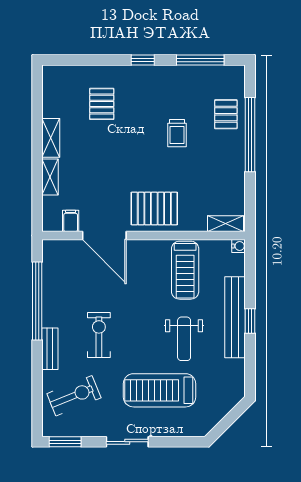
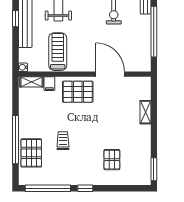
window: (200, 60) -> (48, 188), width x1.46
window: (37, 89) -> (154, 169), added
pallet: (226, 114) -> (31, 153), width x1.50, depth x1.42
shelving: (51, 138) -> (145, 138), removed
filing cabinet: (71, 221) -> (49, 84), moved

